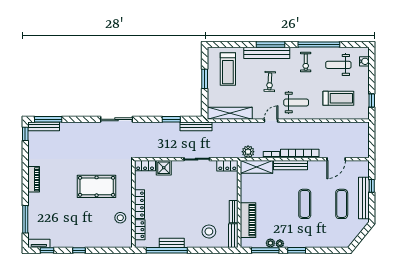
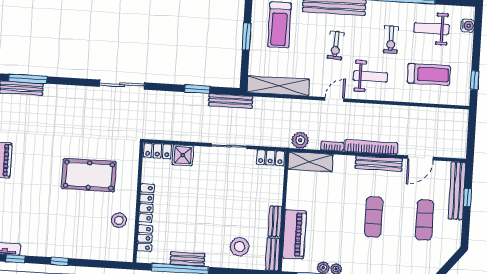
exercise bike: (306, 62) -> (391, 39), moved
bench: (290, 165) -> (379, 164), moved
bench: (364, 198) -> (457, 191), moved

